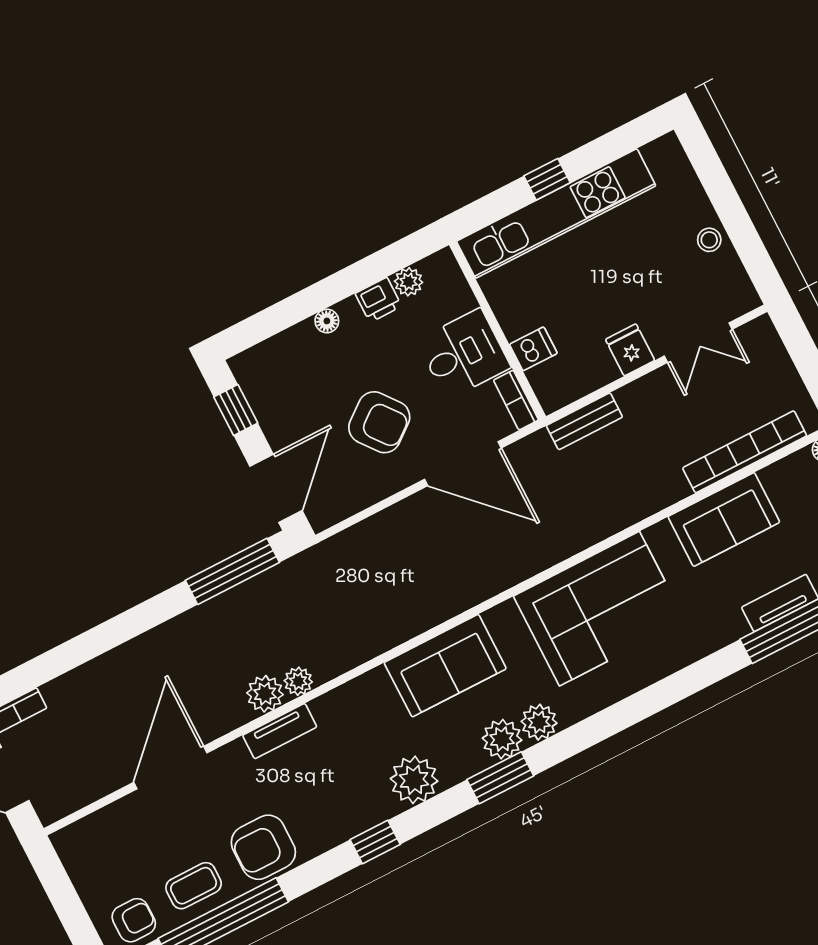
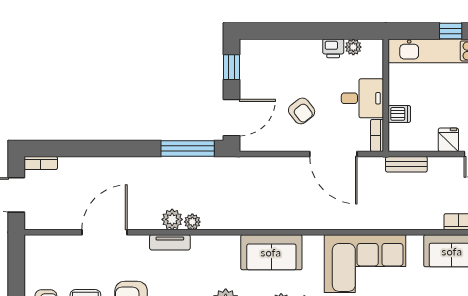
floor lamp: (327, 321) -> (301, 46), removed
armchair: (379, 422) -> (302, 111), width x0.72, depth x0.72

